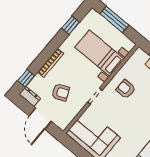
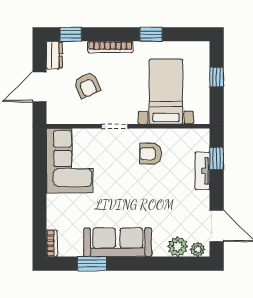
window: (114, 19) -> (217, 77), width x0.46
window: (71, 25) -> (151, 34), moved
armchair: (126, 89) -> (151, 154), turned -90

